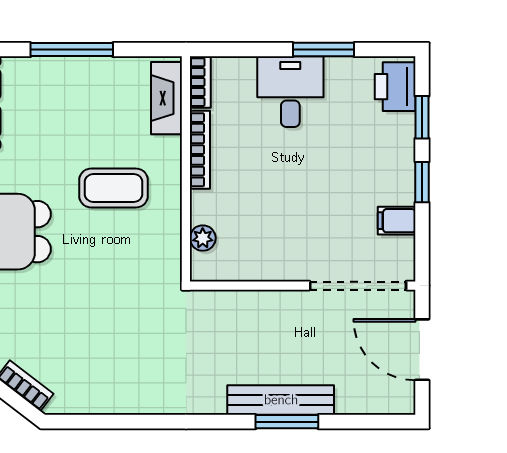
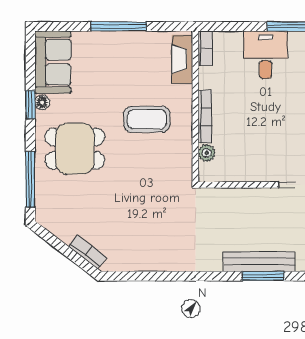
bookcase: (200, 150) -> (205, 116), moved

